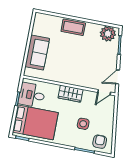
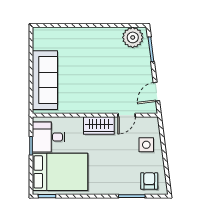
coffee table: (73, 27) -> (86, 38), removed
sofa: (37, 53) -> (45, 80), width x1.36
door: (104, 92) -> (127, 115), moved
side table: (83, 124) -> (146, 145), moved

